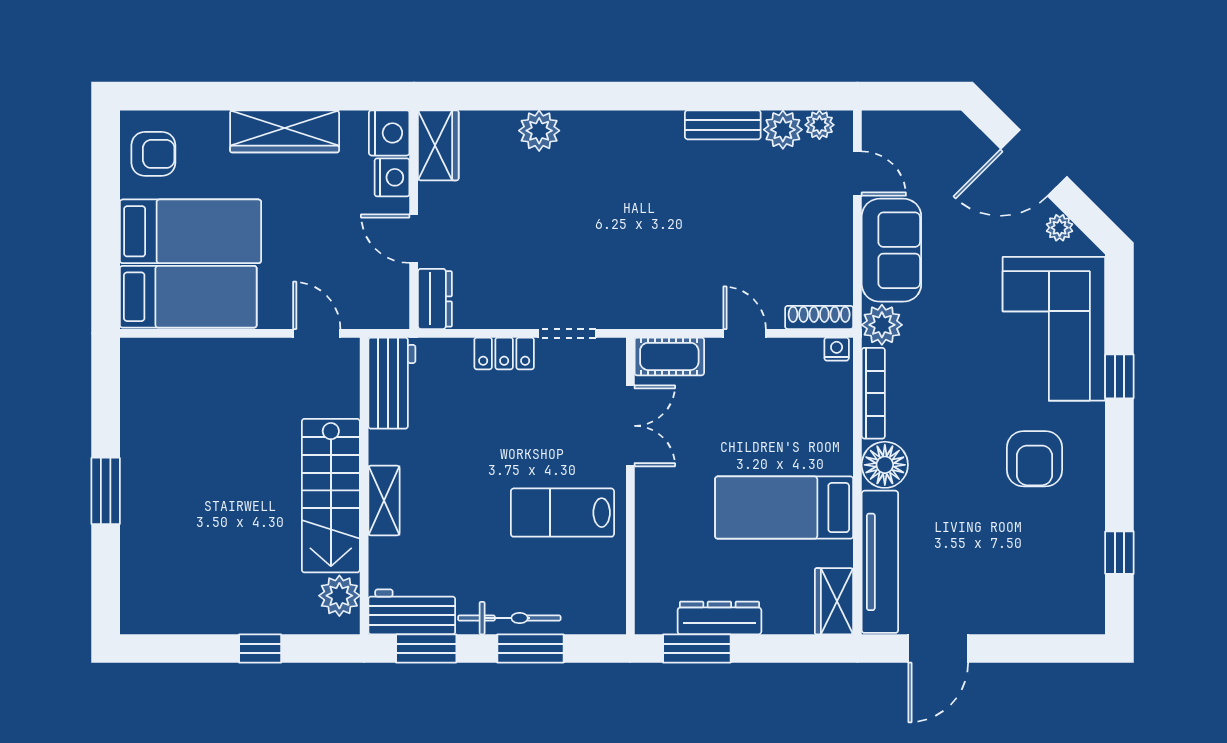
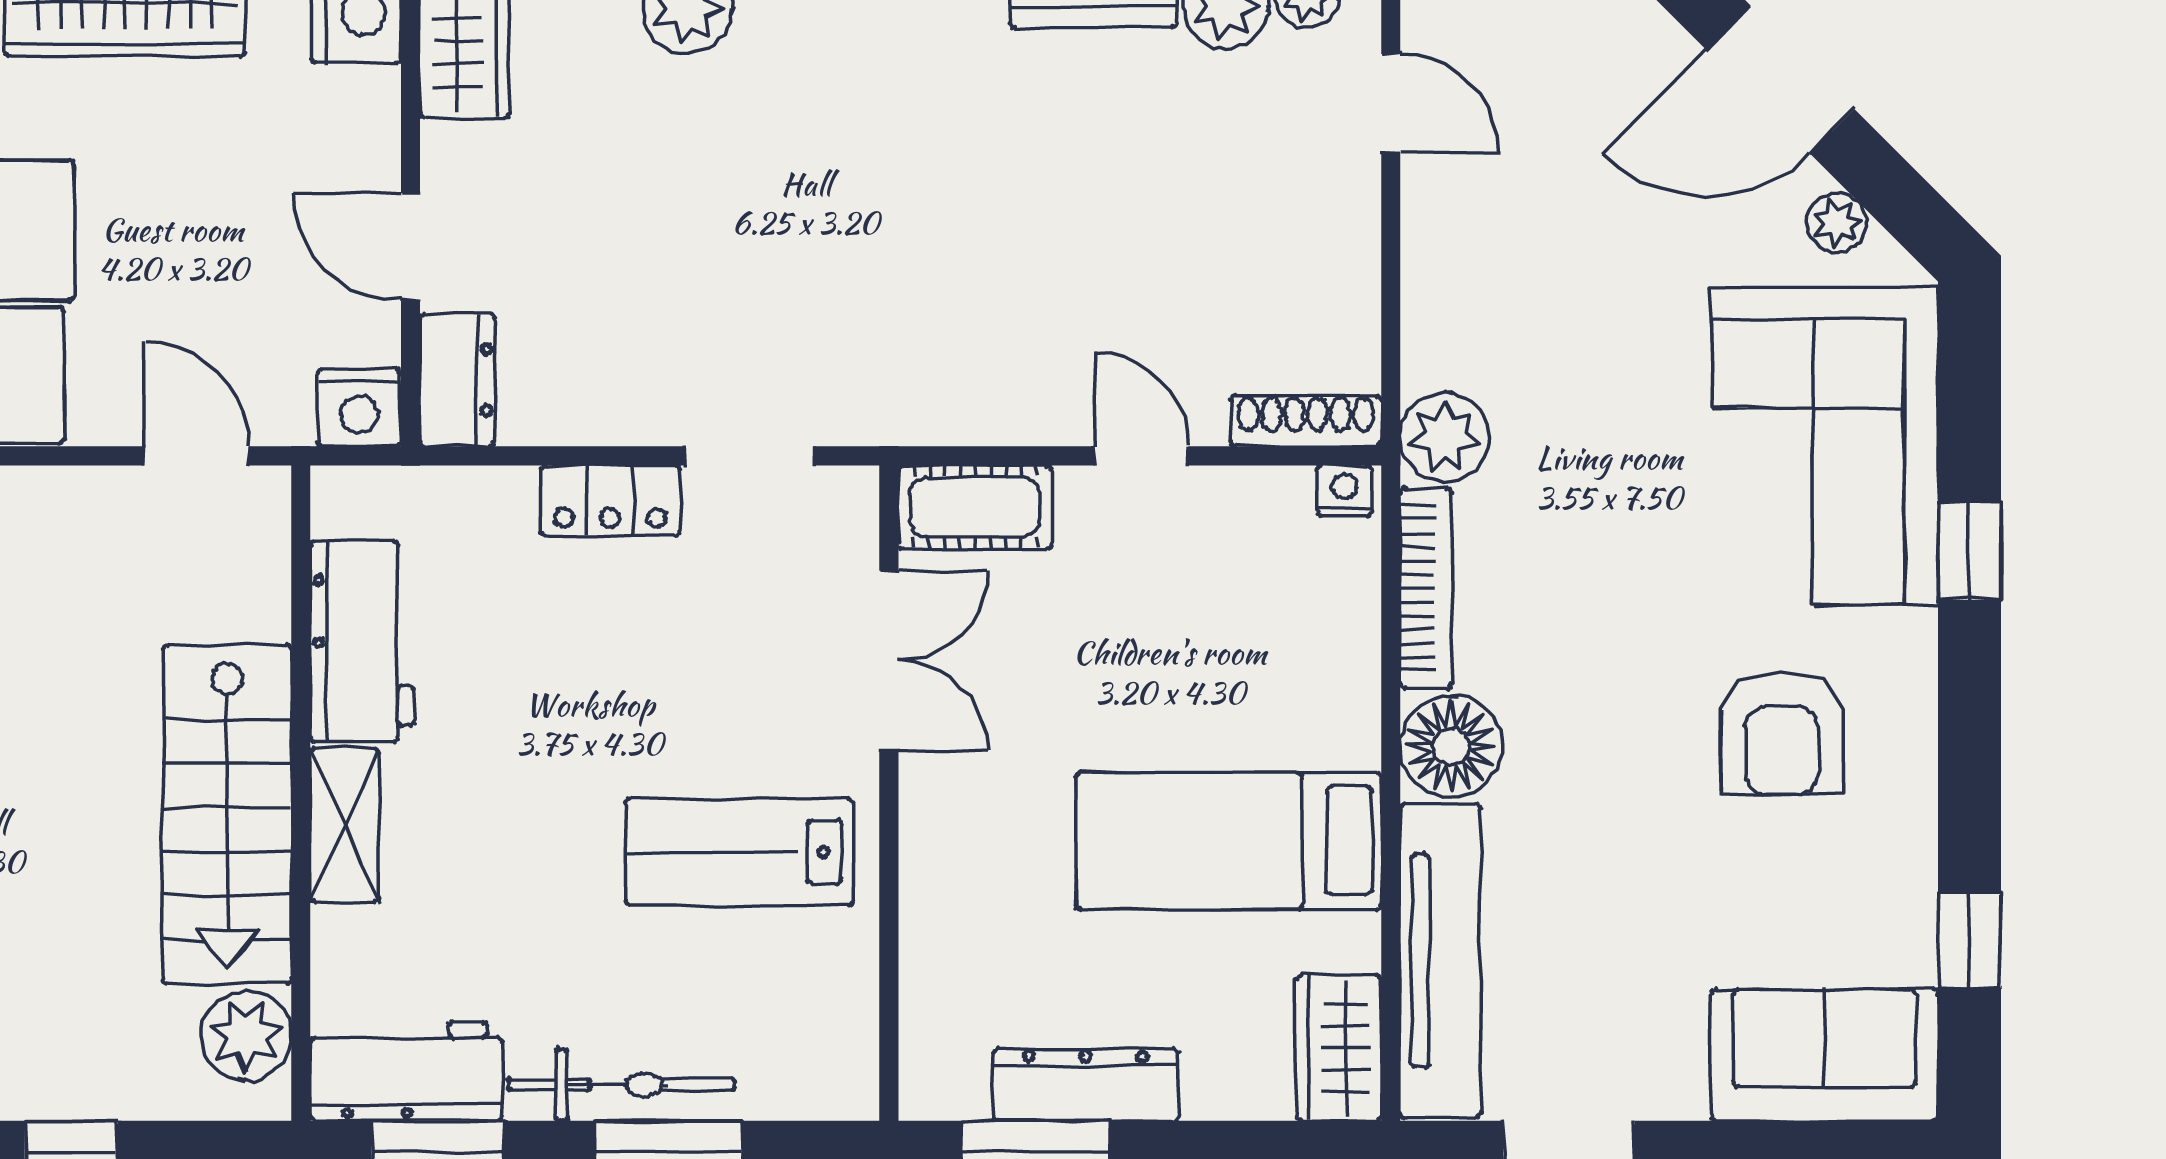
nightstand: (392, 177) -> (359, 408), moved, turned 90
sofa: (891, 250) -> (1824, 1055), moved, turned -90
workbench: (392, 383) -> (362, 641), moved

